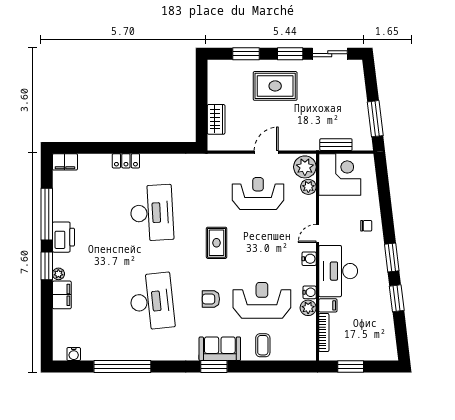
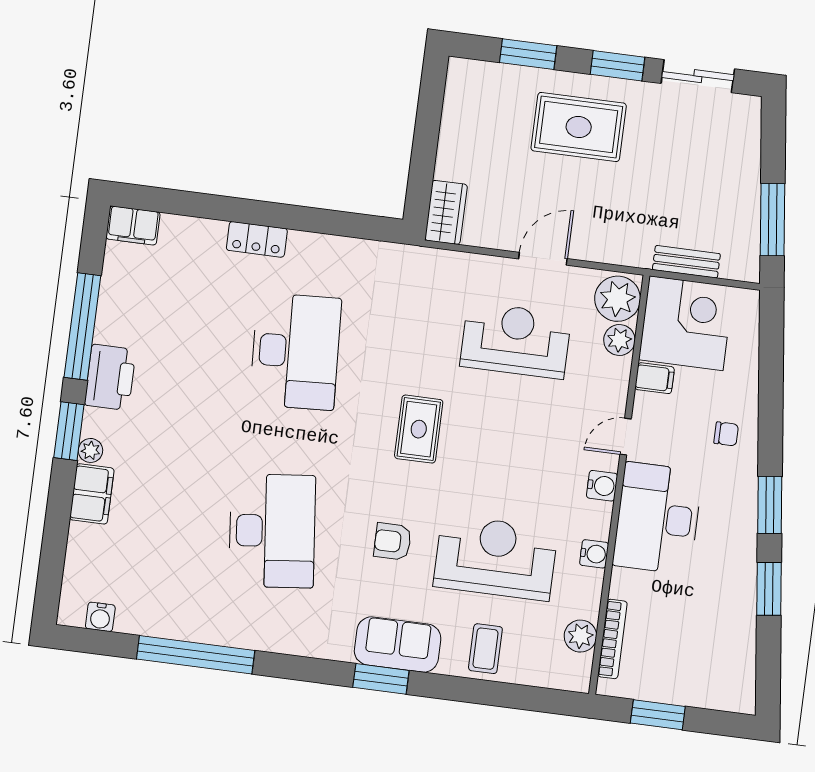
wardrobe: (216, 119) -> (446, 212), moved
filing cabinet: (328, 305) -> (655, 378), moved
plant: (308, 308) -> (580, 636), moved

